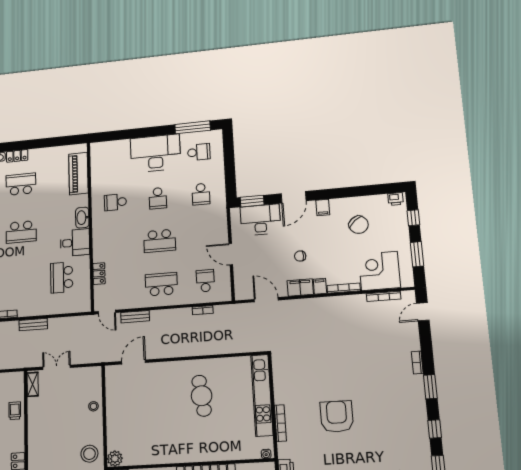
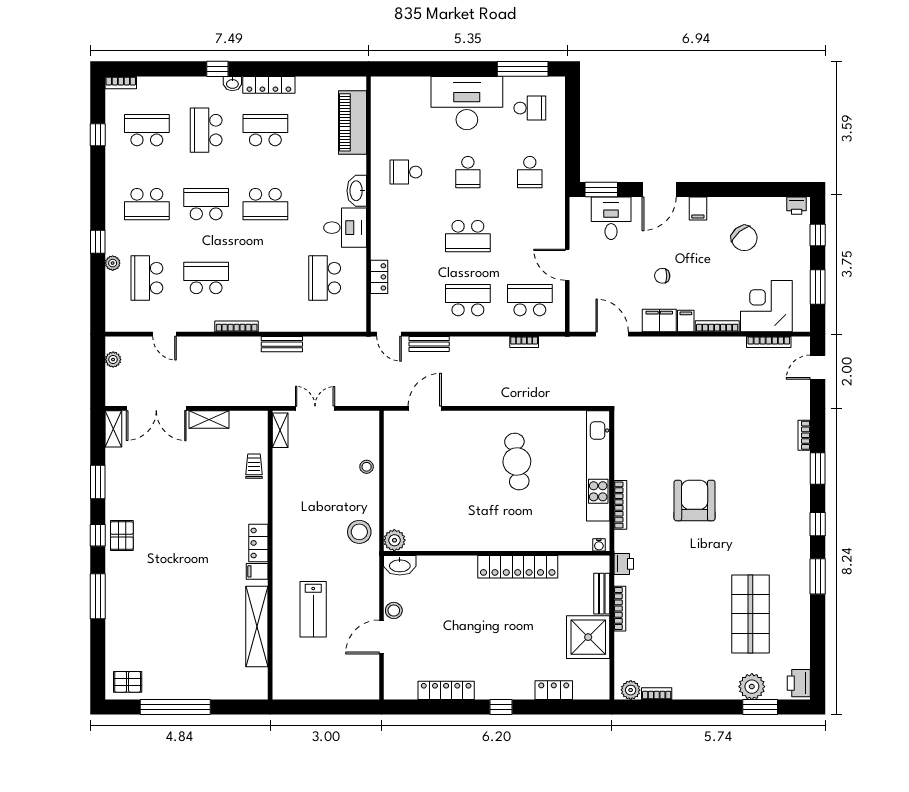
locker: (17, 156) -> (269, 85), width x1.53
desk: (260, 220) -> (611, 218), width x0.73
school desk: (205, 281) -> (530, 300), width x1.85

